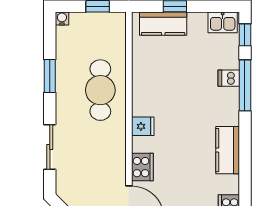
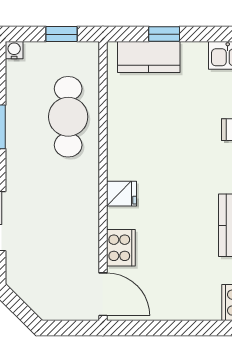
cafe table: (100, 90) -> (68, 117), moved

